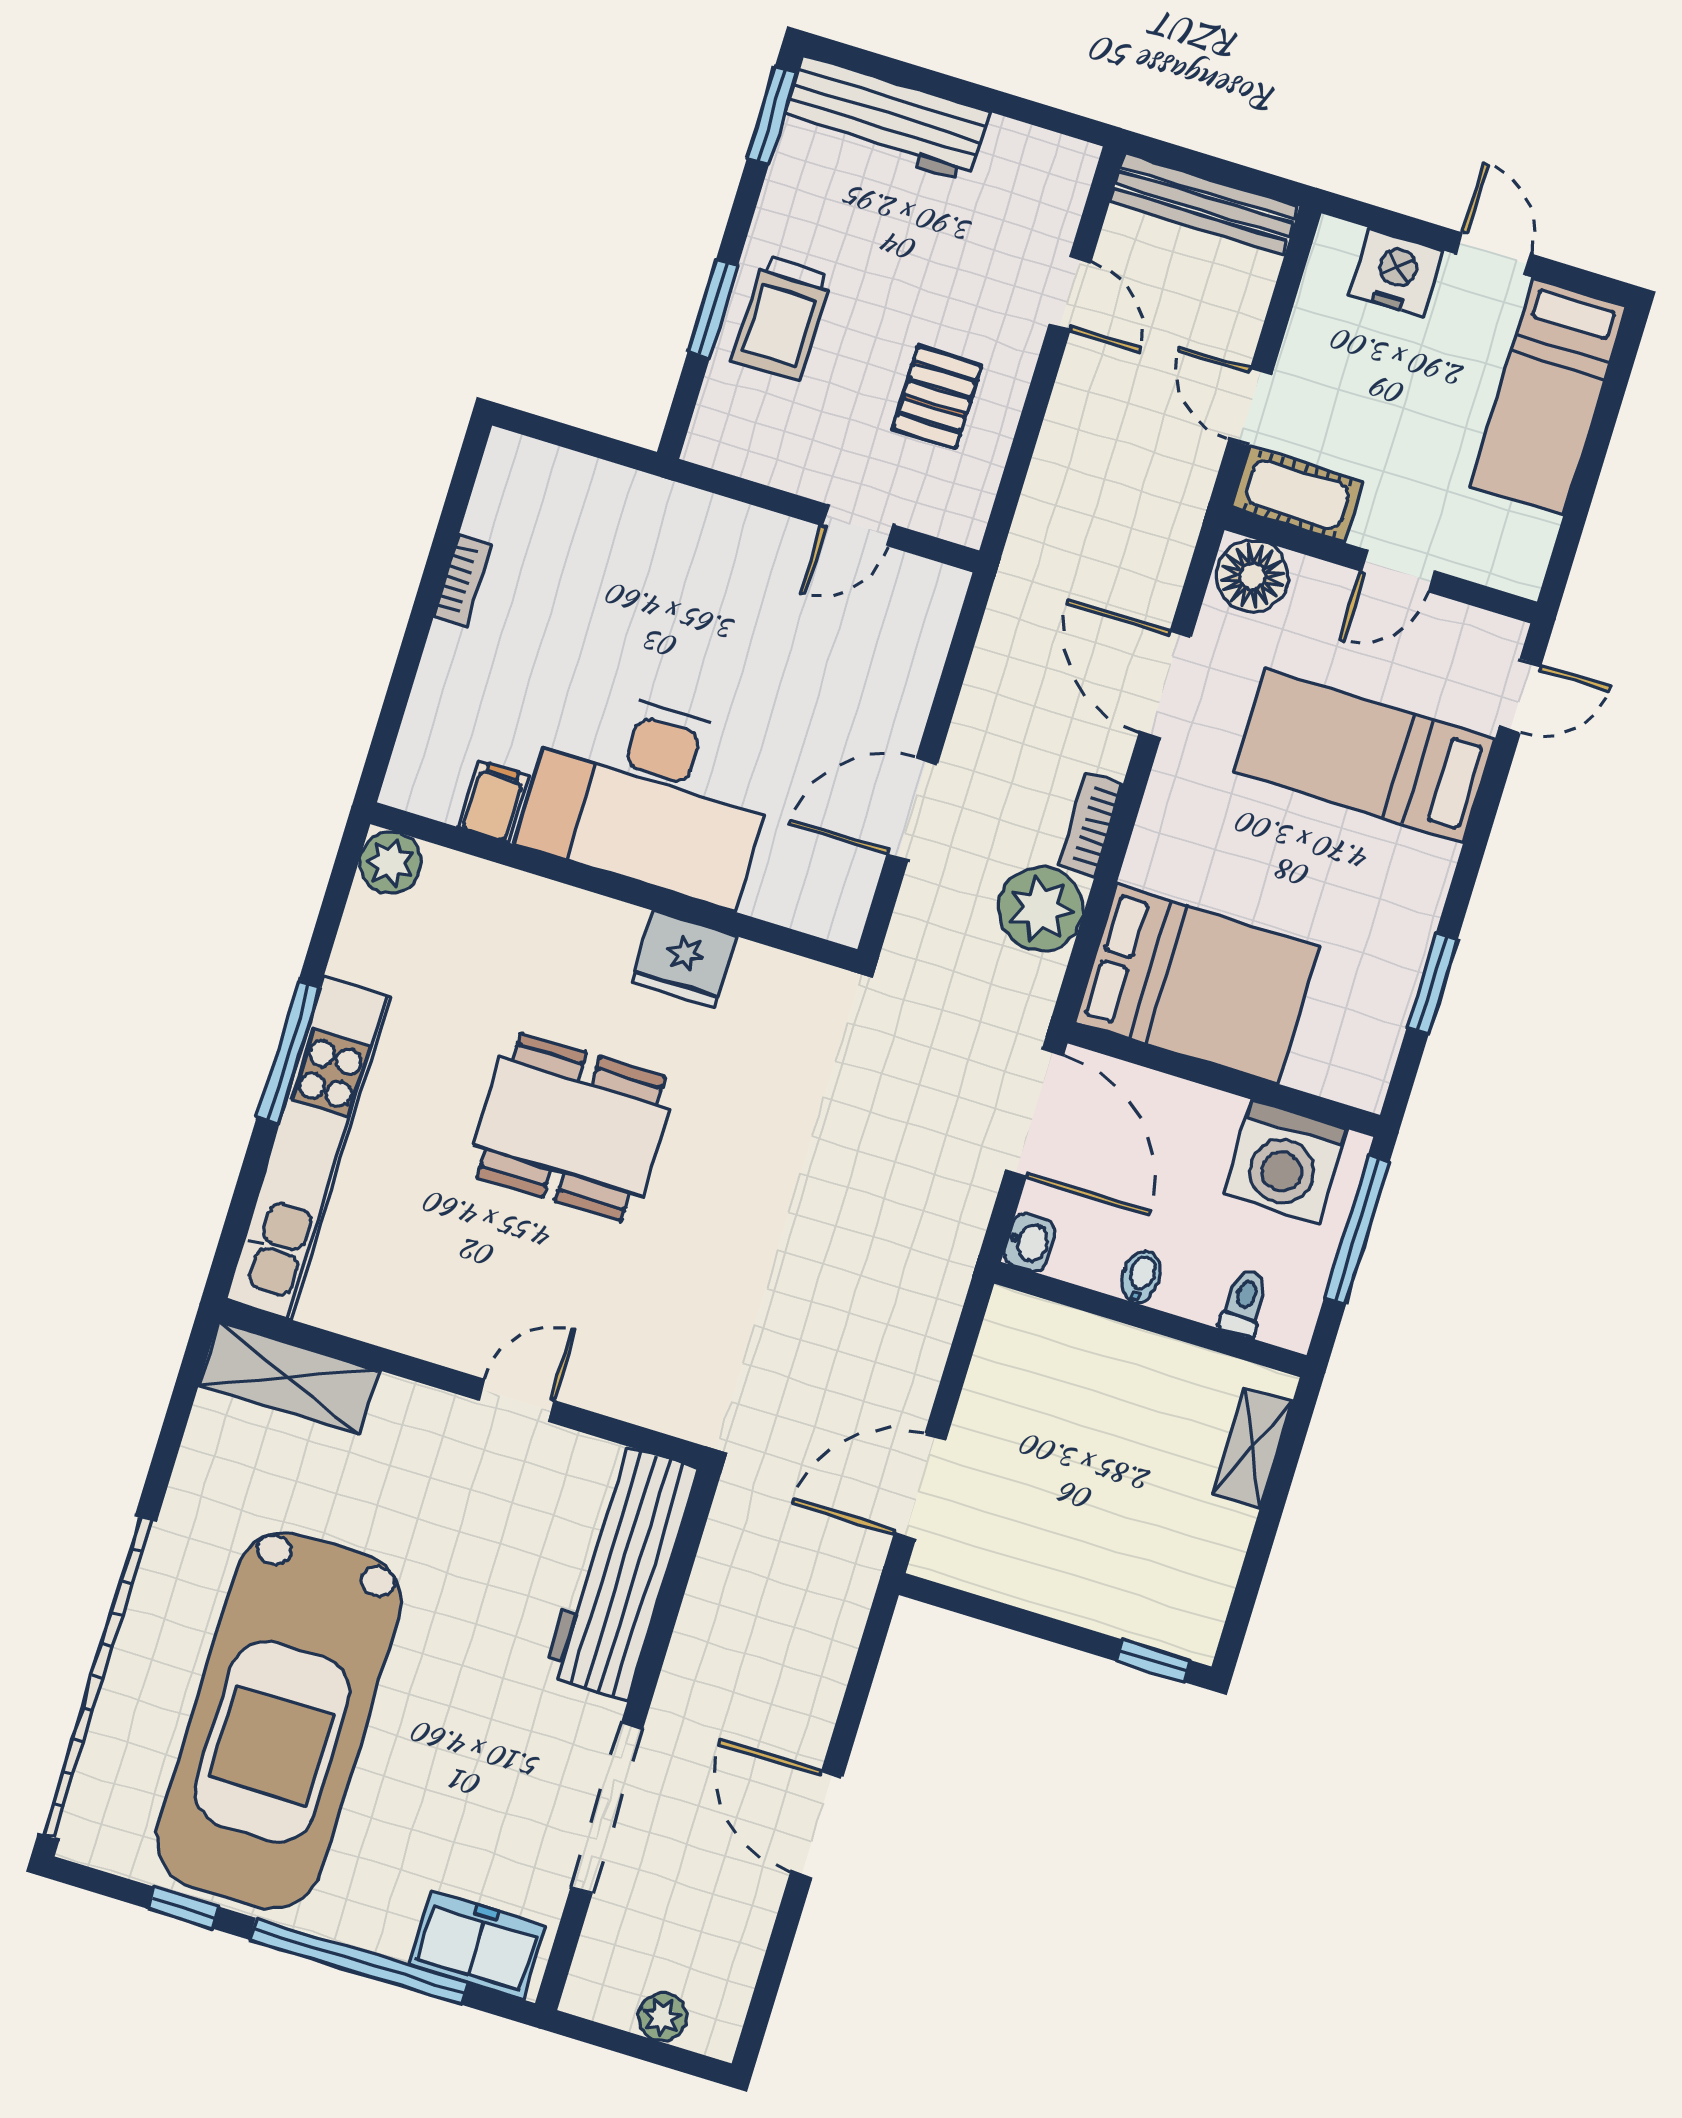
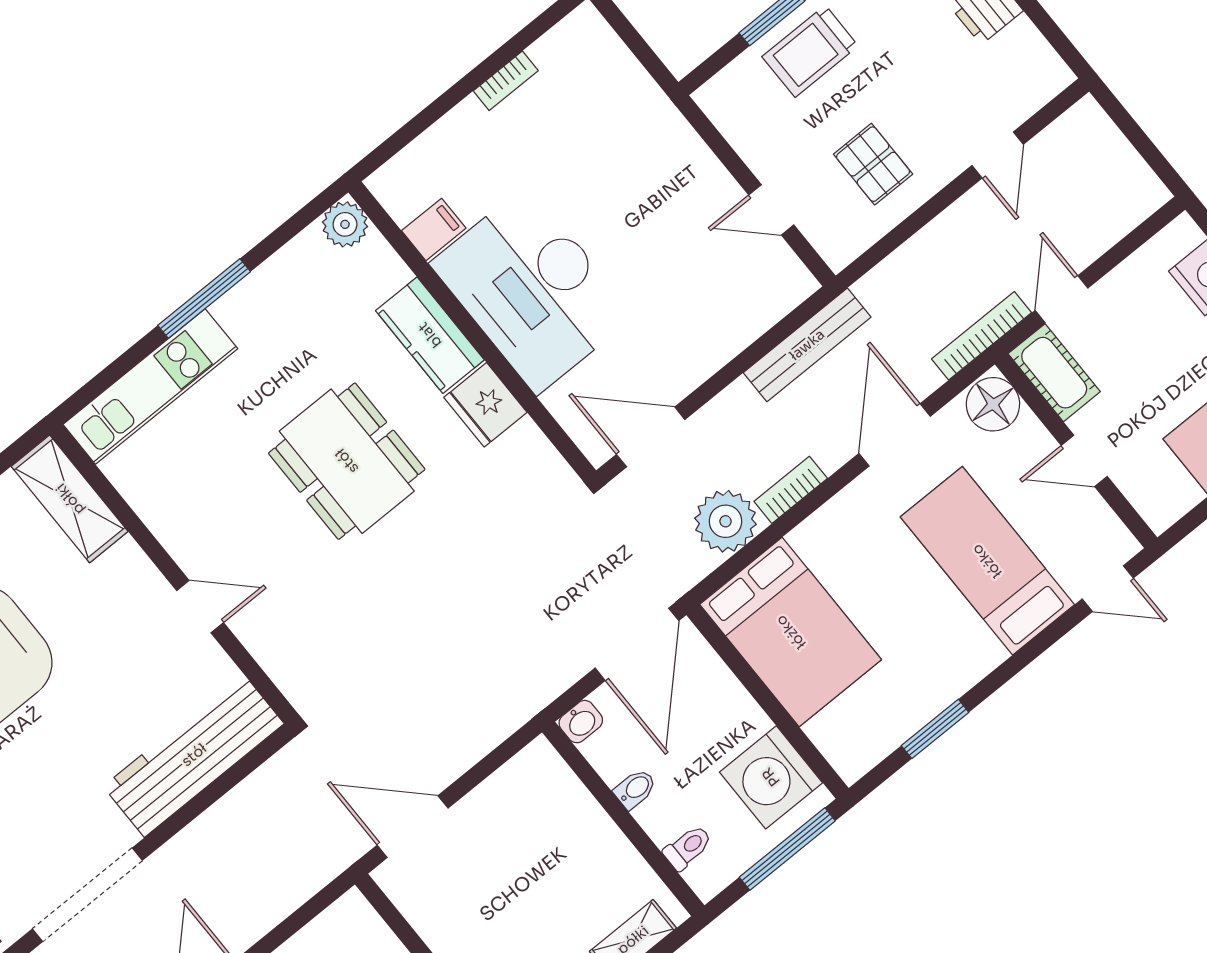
bench: (1204, 204) -> (807, 345), moved, turned 90
pallet: (937, 397) -> (873, 164), turned 90
bookcase: (1188, 508) -> (981, 336), added
door: (912, 809) -> (651, 437), moved
kitchen counter: (569, 923) -> (430, 335), added
kitchen unit: (308, 1148) -> (150, 386), width x0.73

